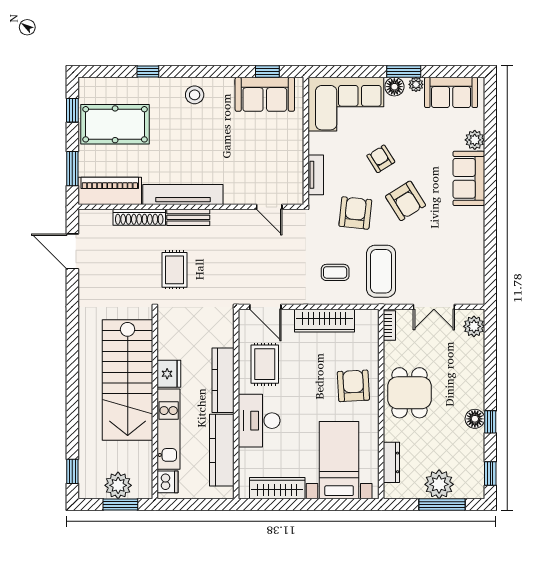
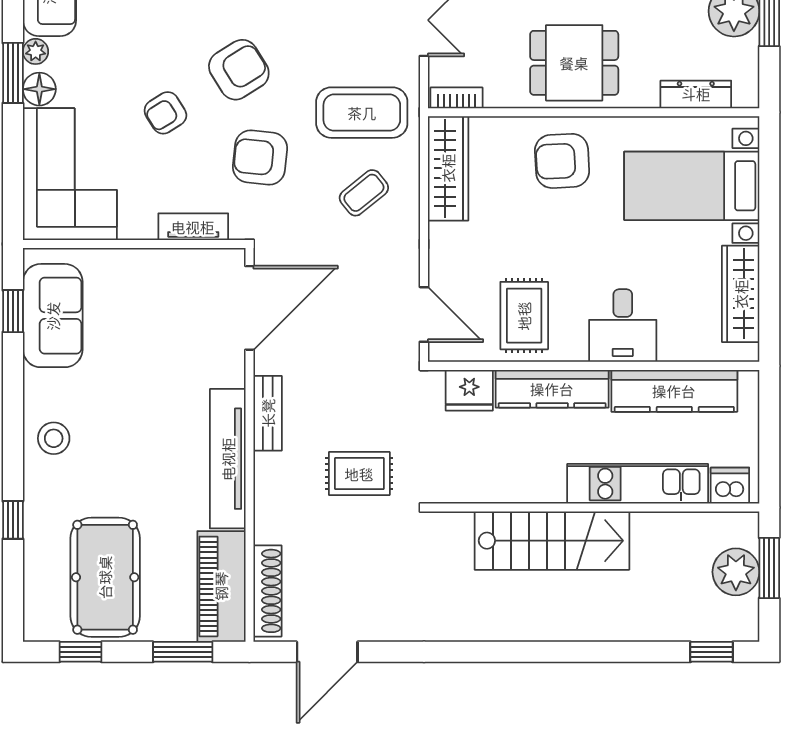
door: (269, 207) -> (249, 308), width x1.87
shoe rack: (139, 217) -> (268, 591), moved
bench: (188, 217) -> (268, 413), moved
coffee table: (335, 272) -> (364, 193), turned 51
door: (265, 307) -> (424, 314), hinge flipped
wardrobe: (324, 321) -> (448, 168), moved
rug: (265, 364) -> (524, 316), turned 90
fridge: (169, 374) -> (469, 390), moved, turned 180
stairs: (128, 380) -> (552, 541), width x0.73, depth x0.66
desk: (259, 421) -> (623, 326), width x0.73

